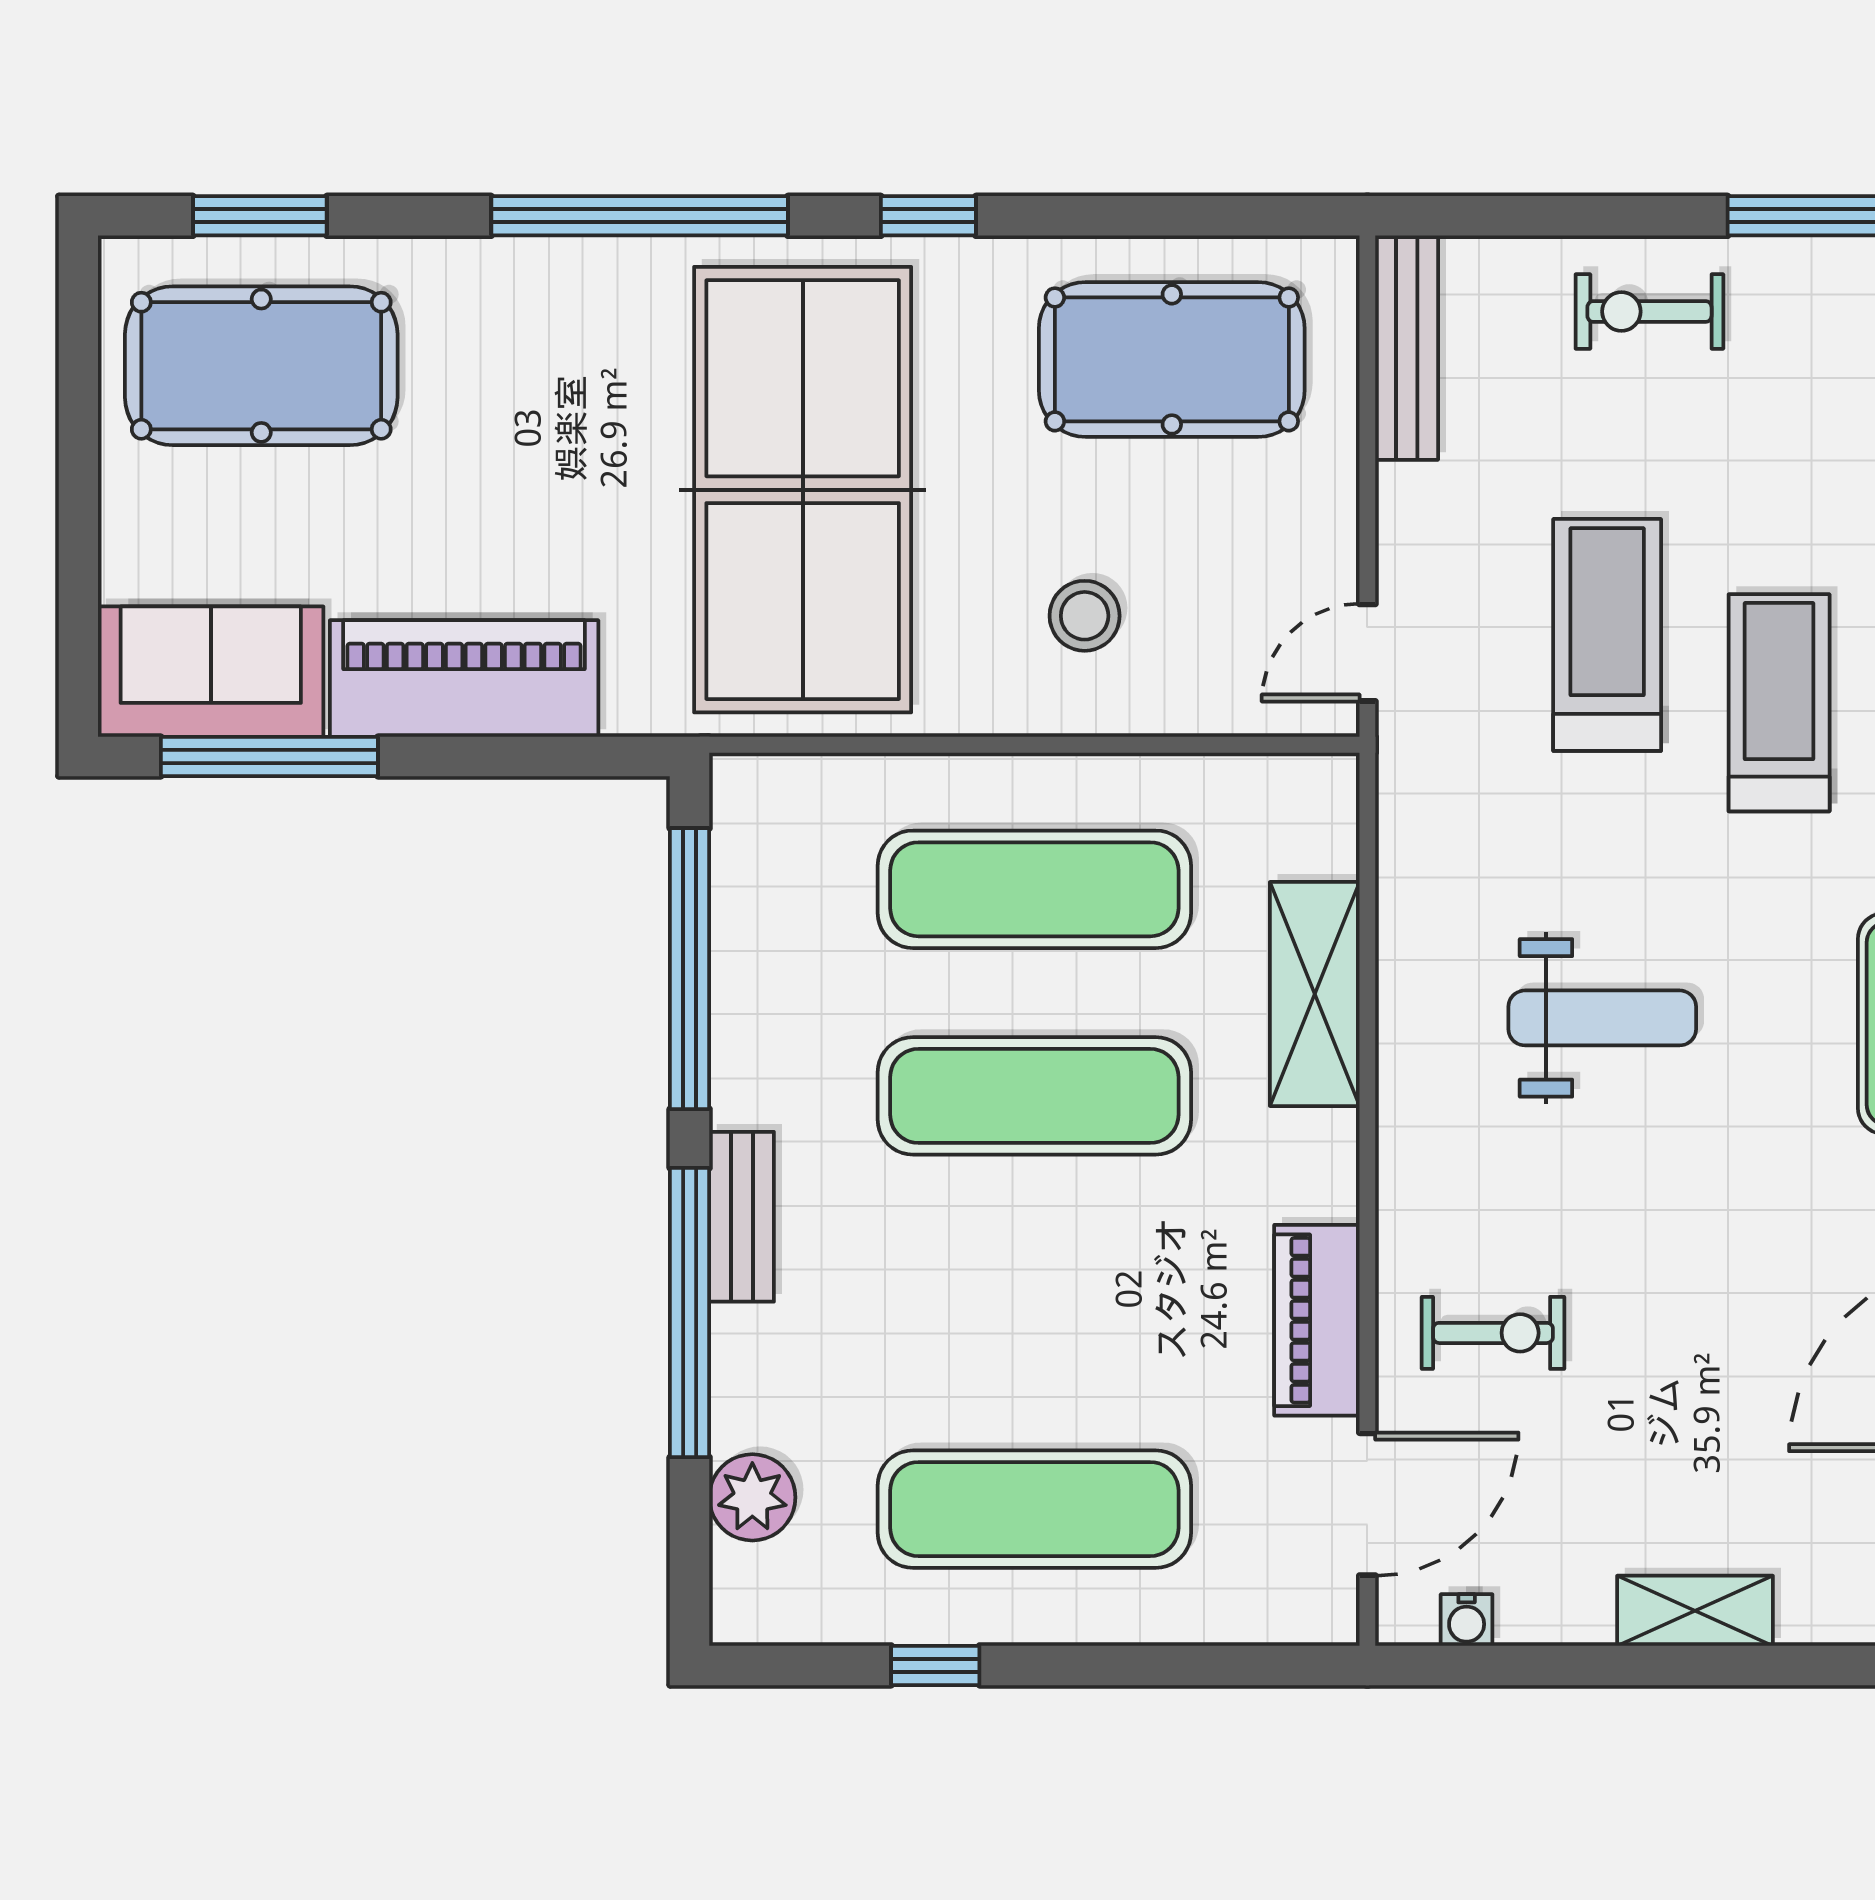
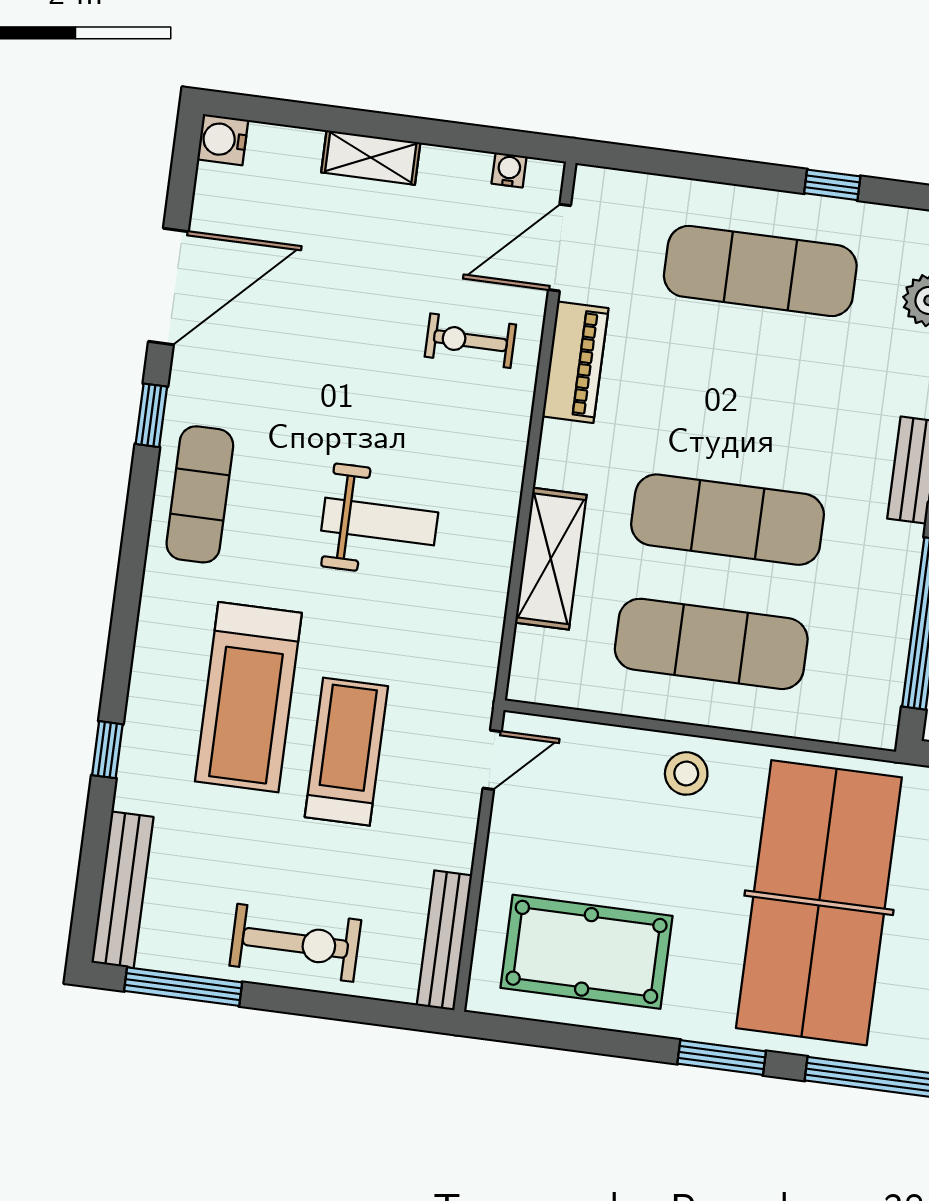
window: (928, 216) -> (722, 1058), width x1.50
exercise bike: (1649, 311) -> (295, 943), width x1.38, depth x1.39
stool: (1085, 616) -> (686, 773), moved
treadmill: (1607, 635) -> (346, 752), turned 180
treadmill: (1779, 703) -> (248, 697), width x1.37, depth x1.38
weight bench: (1602, 1018) -> (380, 522), turned 180

